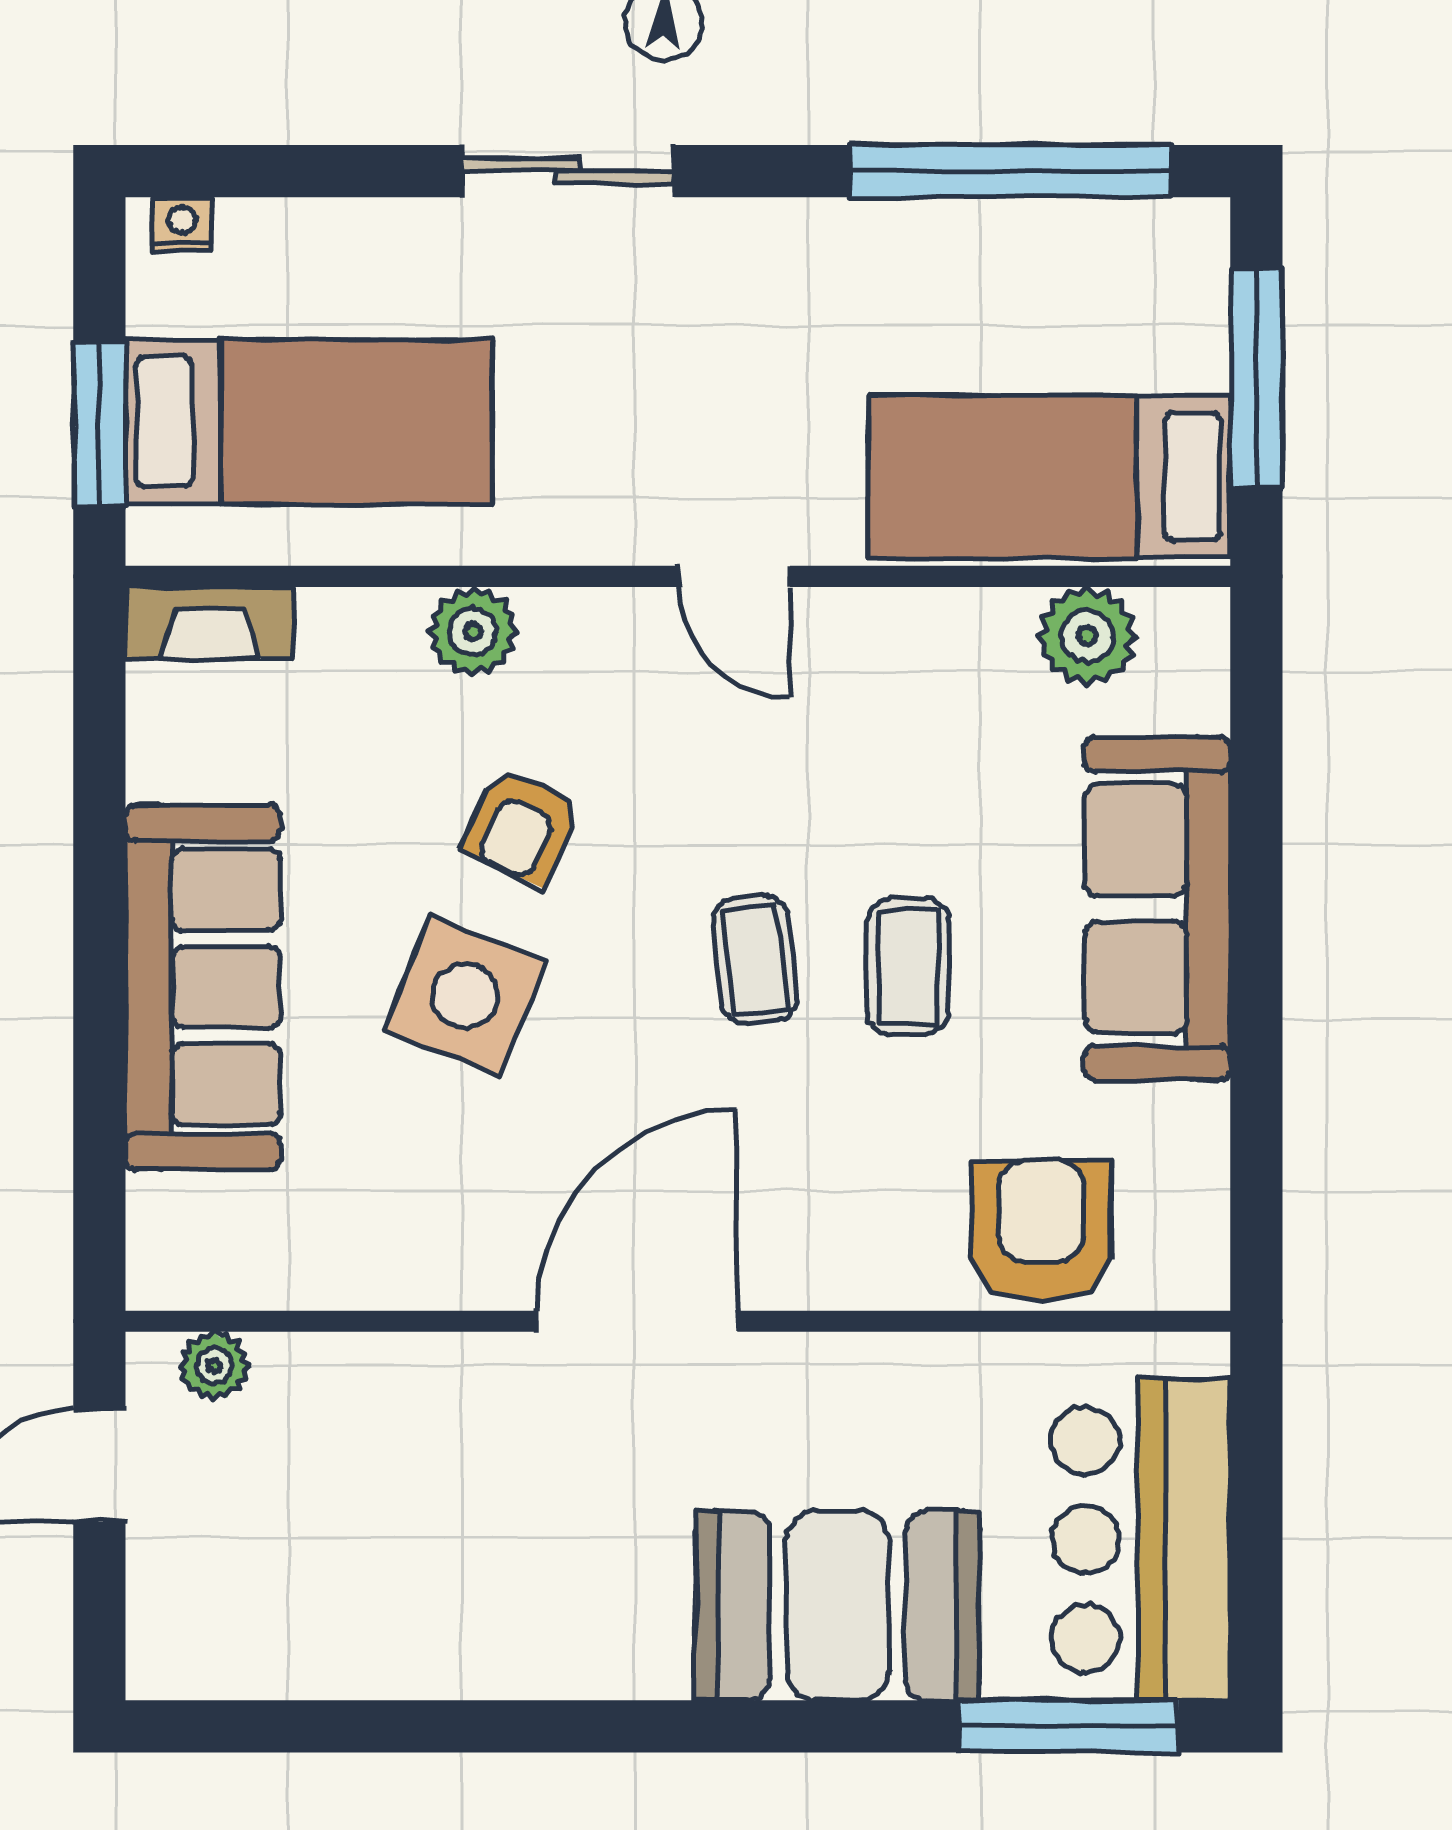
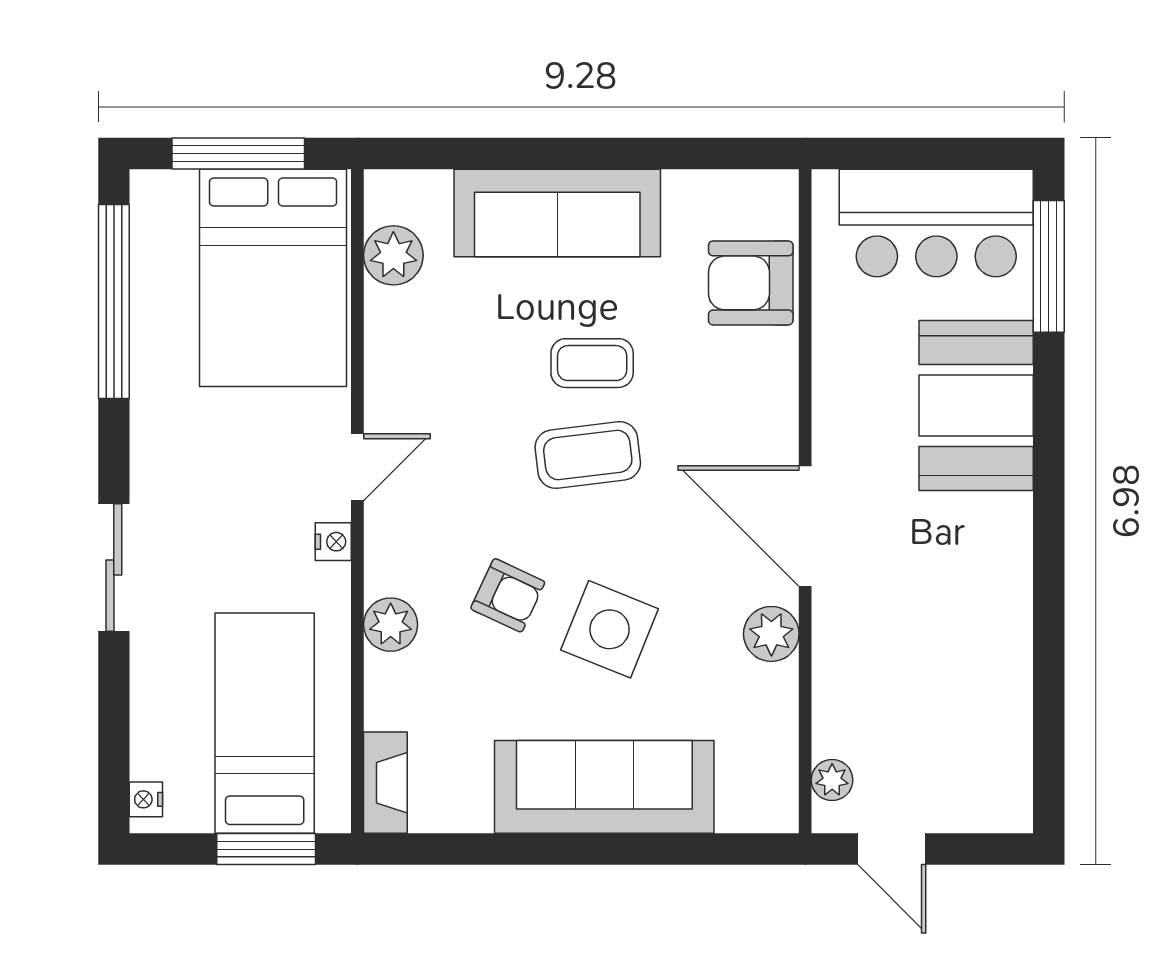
bed: (1050, 477) -> (273, 278), width x1.50
nightstand: (611, 536) -> (333, 542), added
coffee table: (755, 959) -> (588, 455), width x1.36, depth x1.30
plant: (457, 1265) -> (771, 634), added

